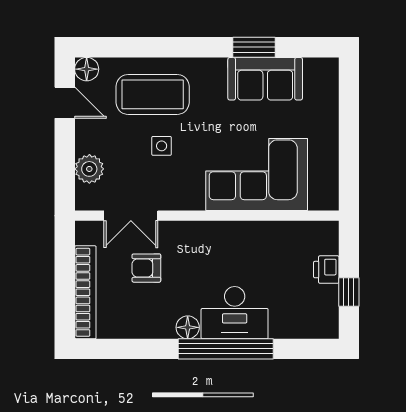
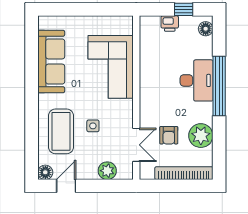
window: (254, 47) -> (32, 68), removed
sofa: (265, 79) -> (51, 62), width x1.36
plant: (146, 320) -> (201, 136), added
floor lamp: (188, 327) -> (206, 29), moved

